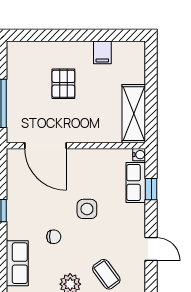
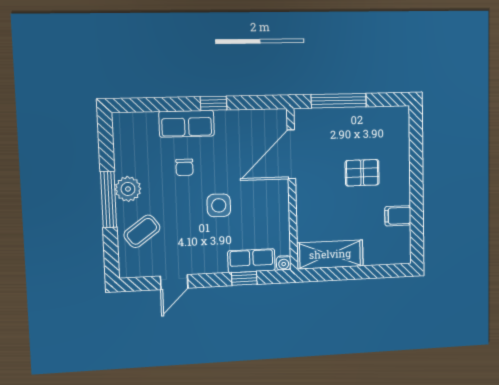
row of seats: (17, 263) -> (187, 124), moved

